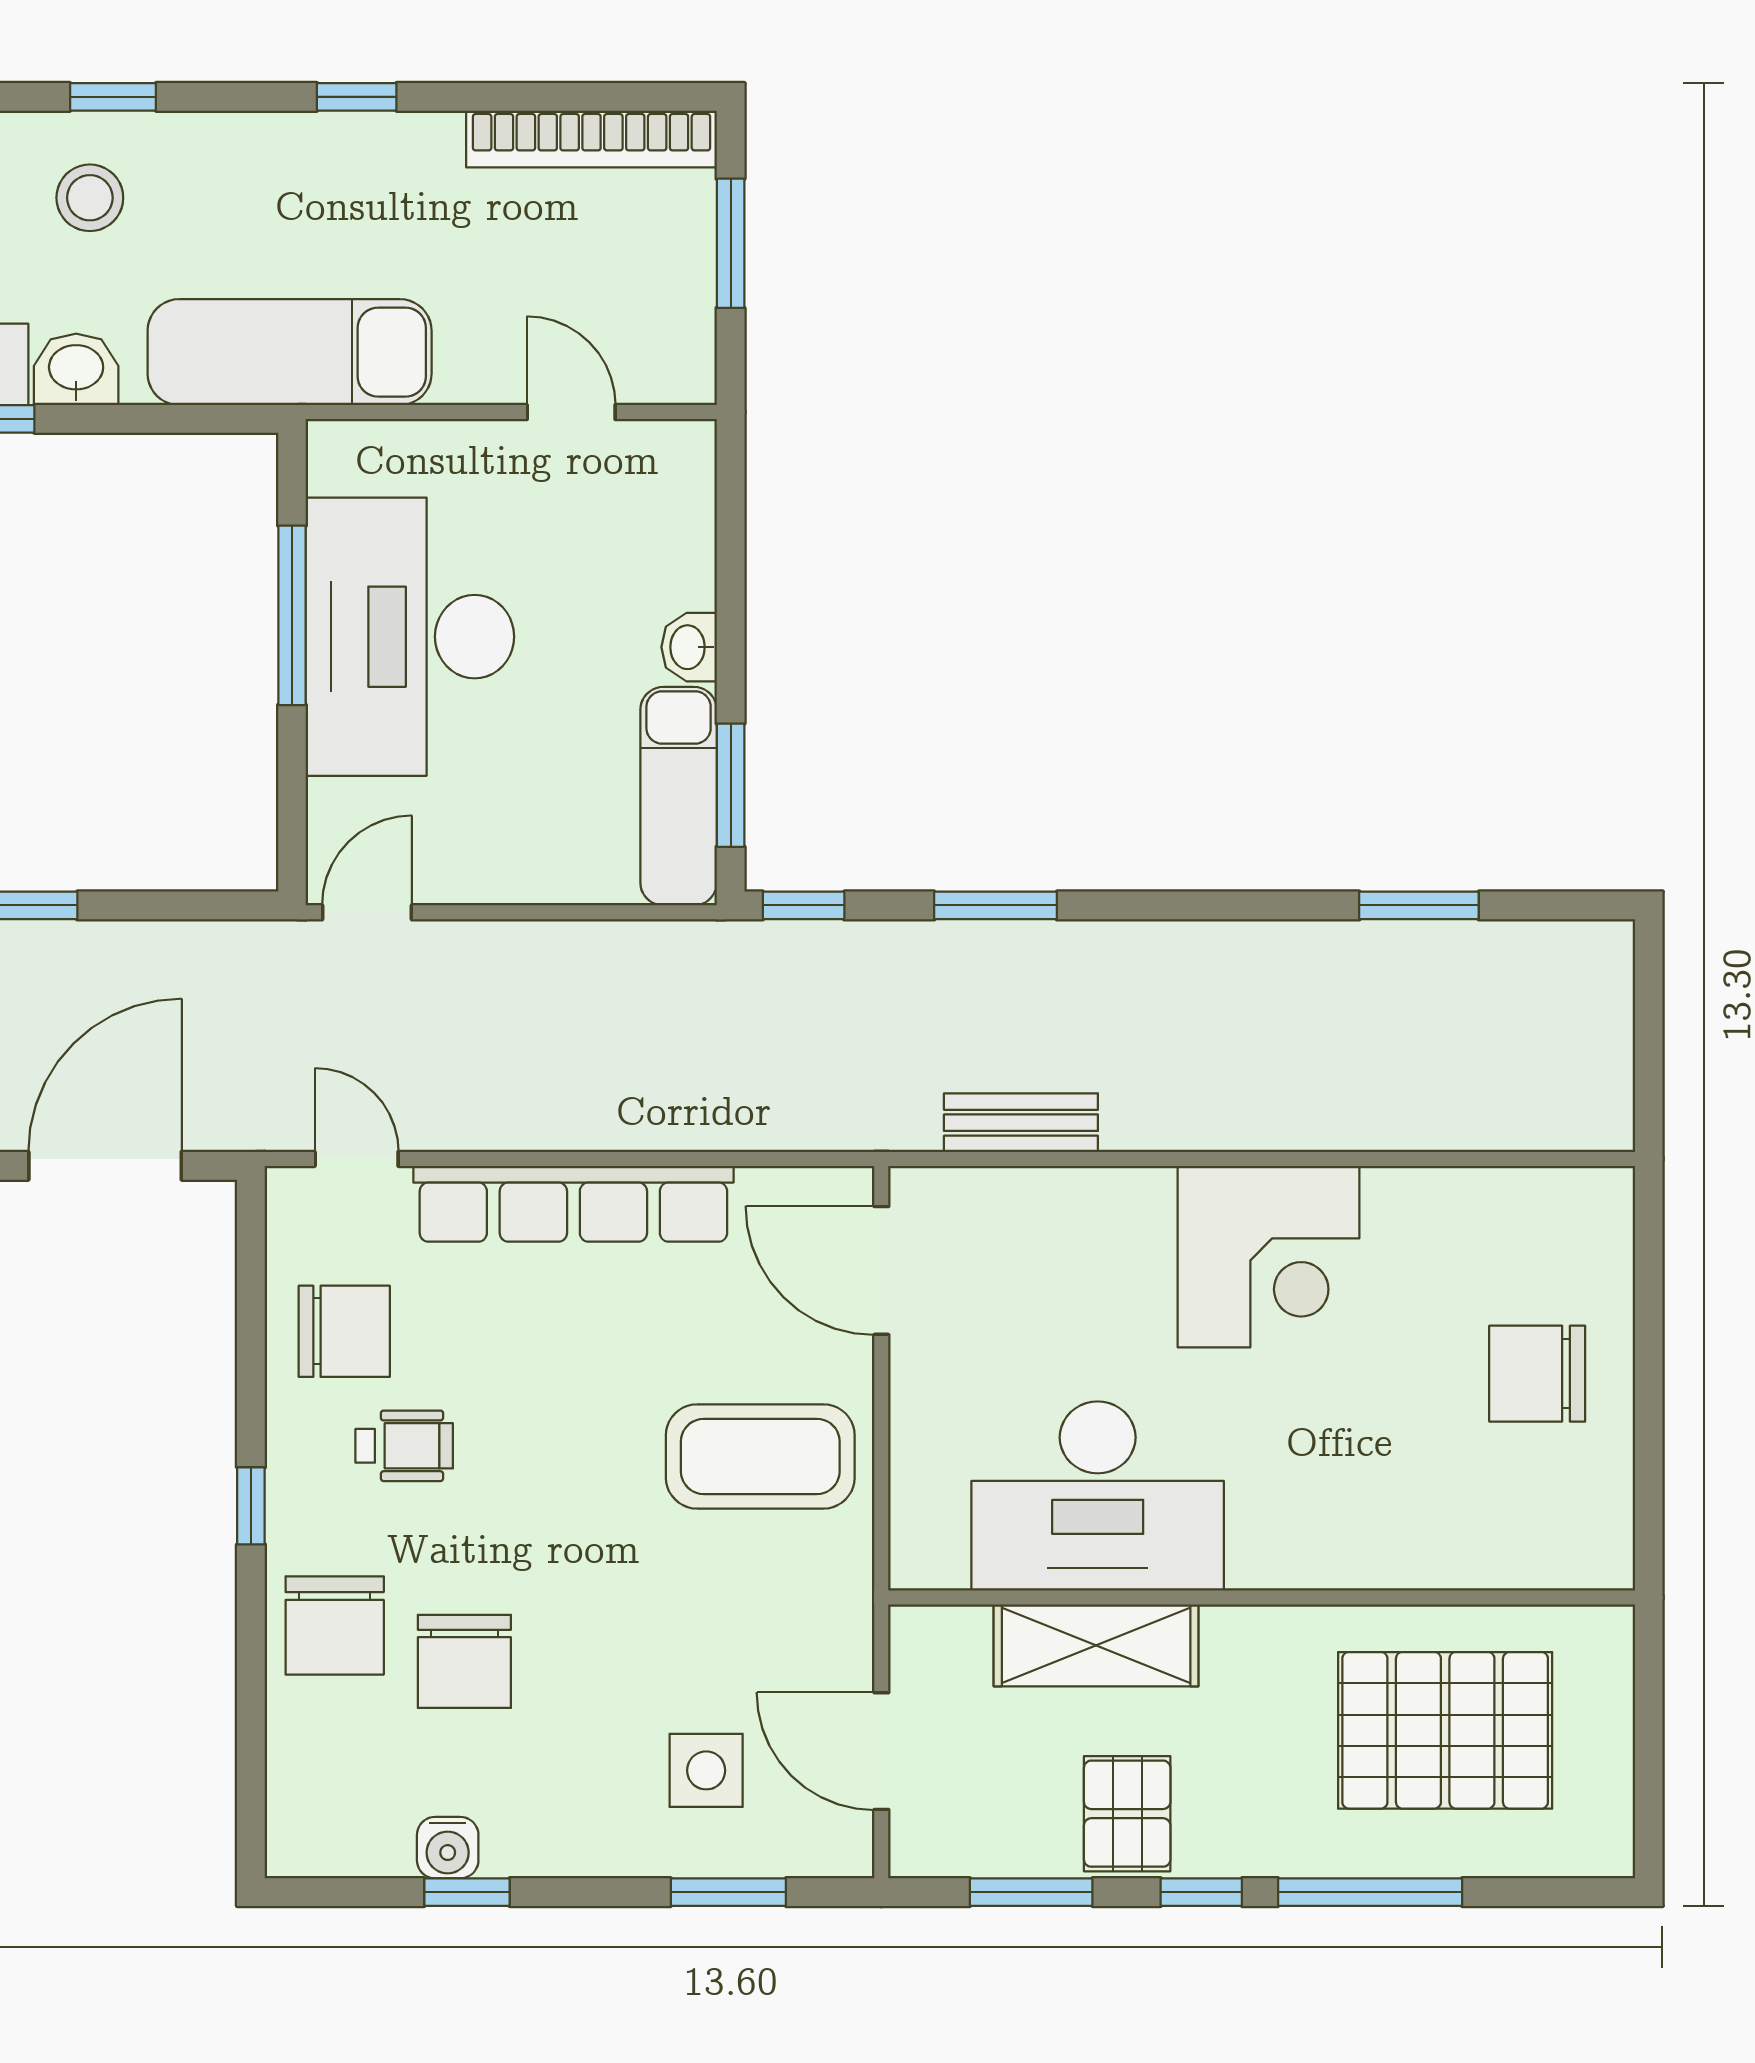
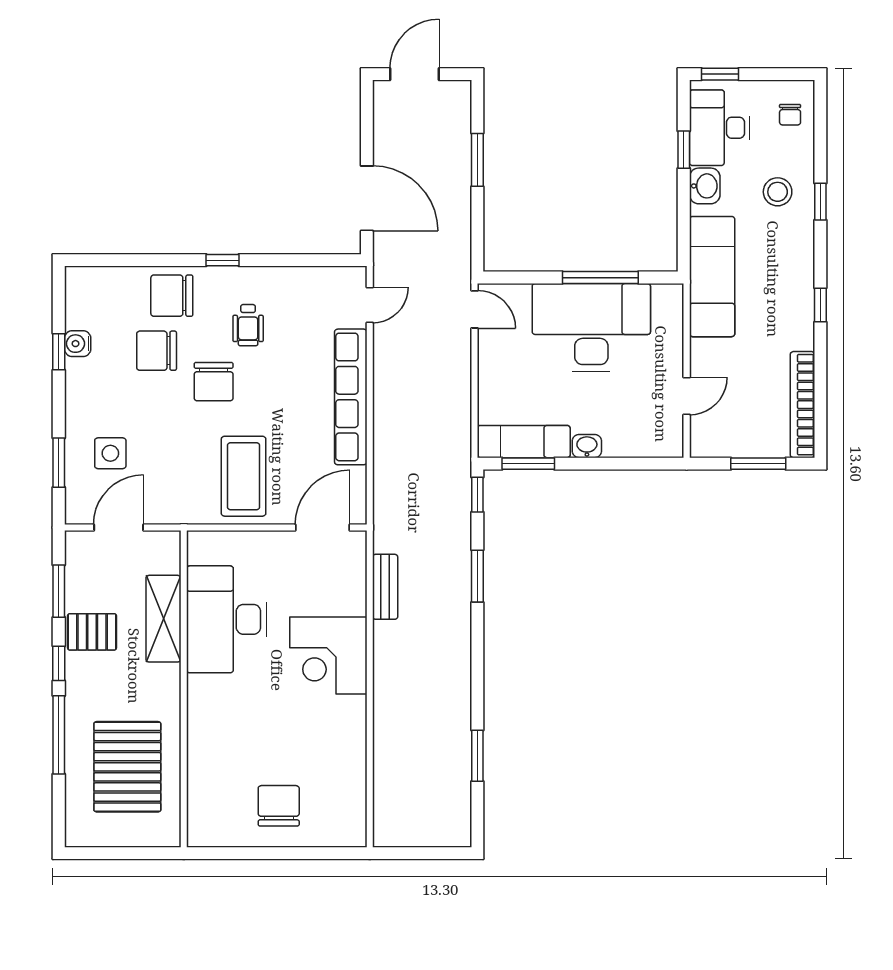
corner desk: (1268, 1257) -> (328, 656), moved
chair: (344, 1331) -> (214, 382), moved

